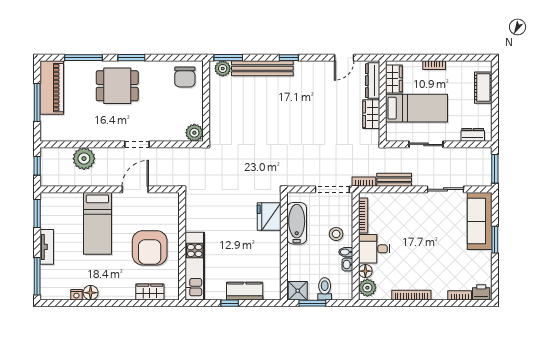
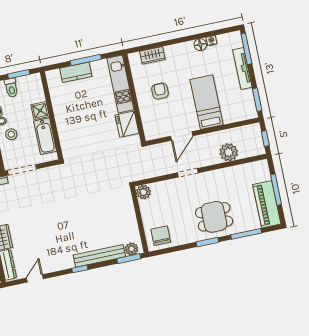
fridge: (269, 217) -> (127, 124), moved, turned 180
tv unit: (47, 247) -> (242, 68), width x1.41
armchair: (150, 248) -> (160, 91), width x0.53, depth x0.53
shower: (298, 291) -> (40, 111), moved
window: (230, 303) -> (86, 60), width x2.17

